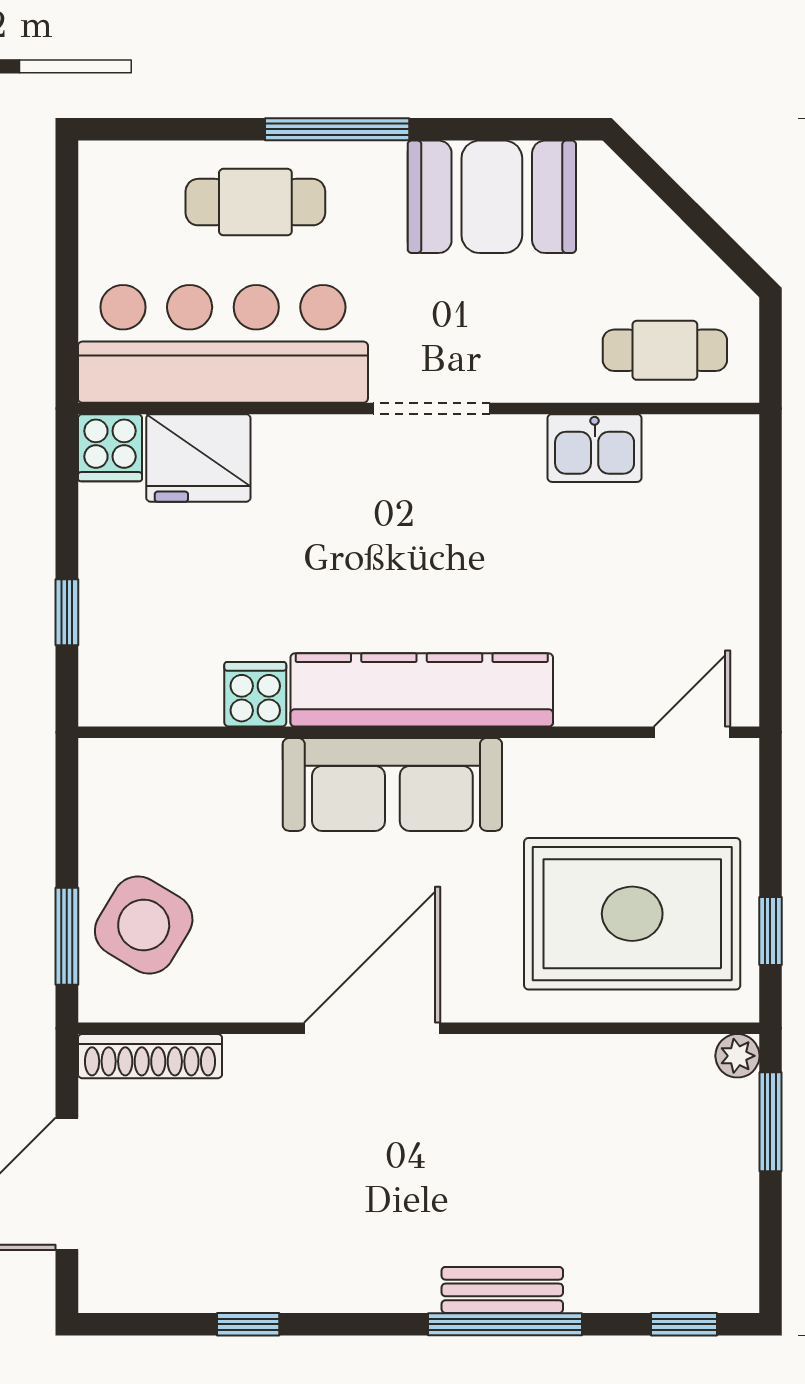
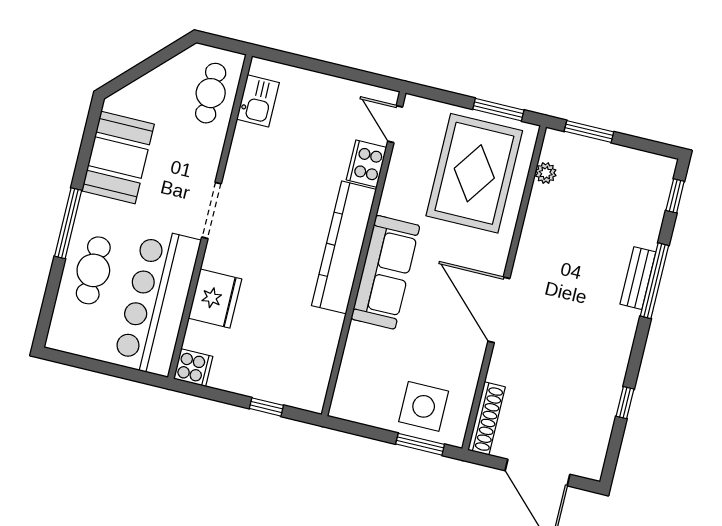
kitchen sink: (595, 448) -> (258, 101), moved
fridge: (198, 458) -> (215, 299), moved
cooker: (255, 694) -> (366, 164), moved, width x1.36
side table: (144, 925) -> (424, 406), turned -31
window: (770, 931) -> (498, 110), width x1.50
plant: (737, 1056) -> (546, 173), moved

